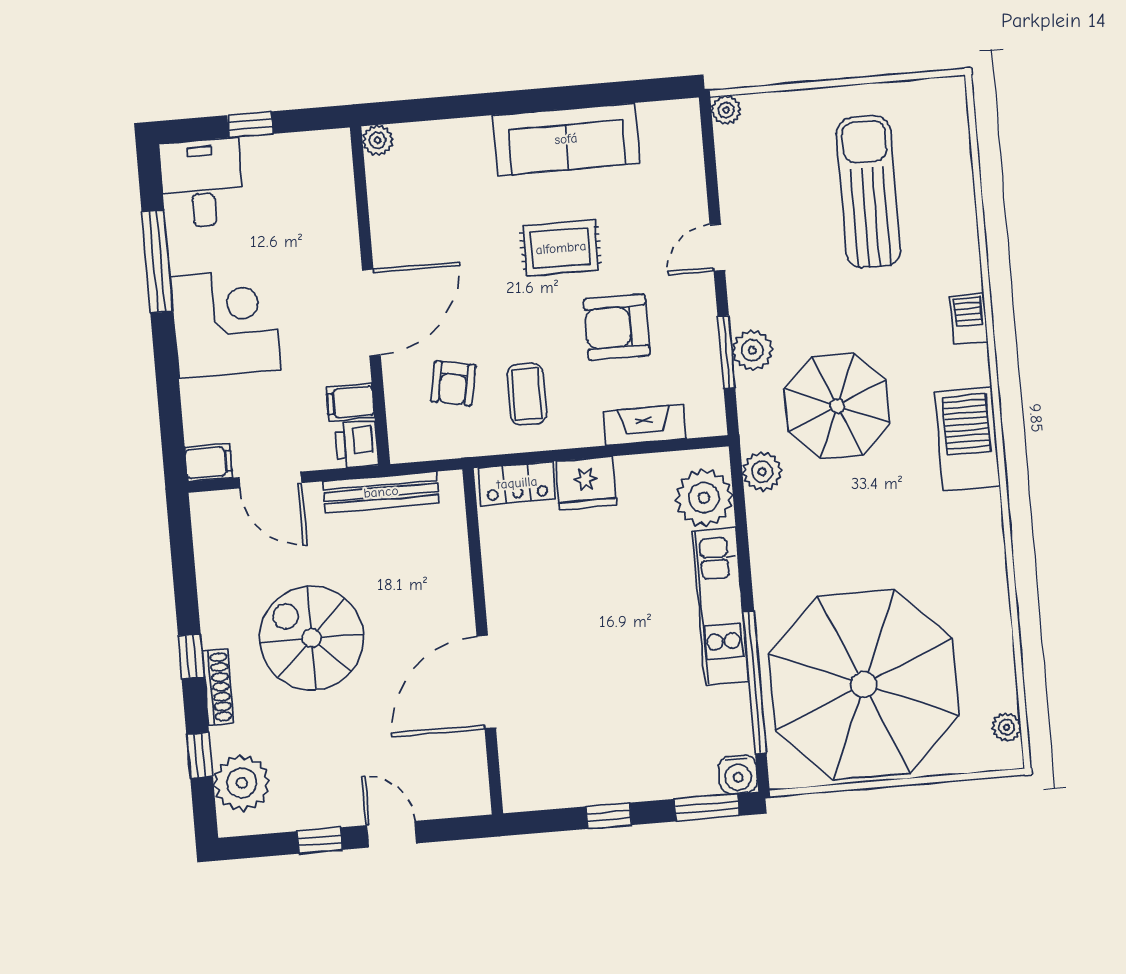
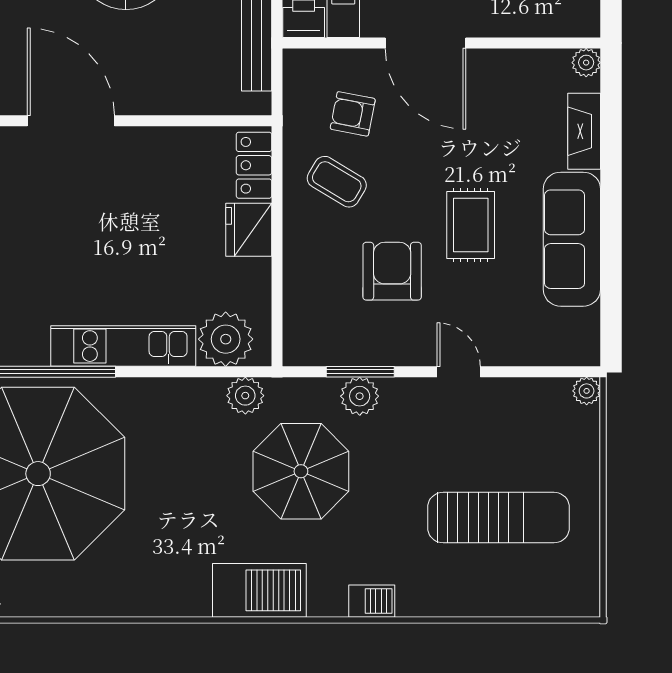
coffee table: (527, 394) -> (337, 182), turned 31
fireplace: (644, 425) -> (584, 131), moved, turned 180

